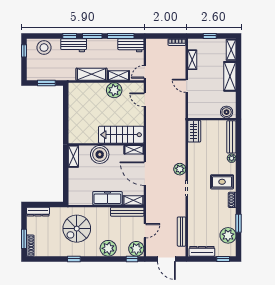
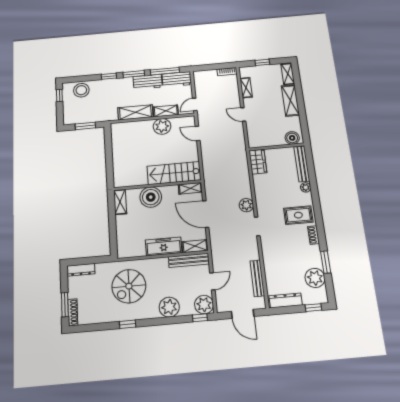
workbench: (74, 45) -> (148, 82), moved

